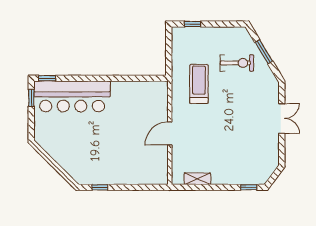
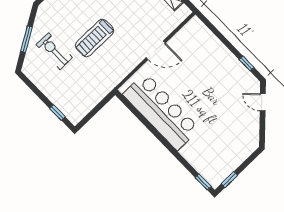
treadmill: (199, 84) -> (94, 38), moved
bar counter: (72, 96) -> (161, 111), moved
door: (62, 173) -> (263, 102), added

